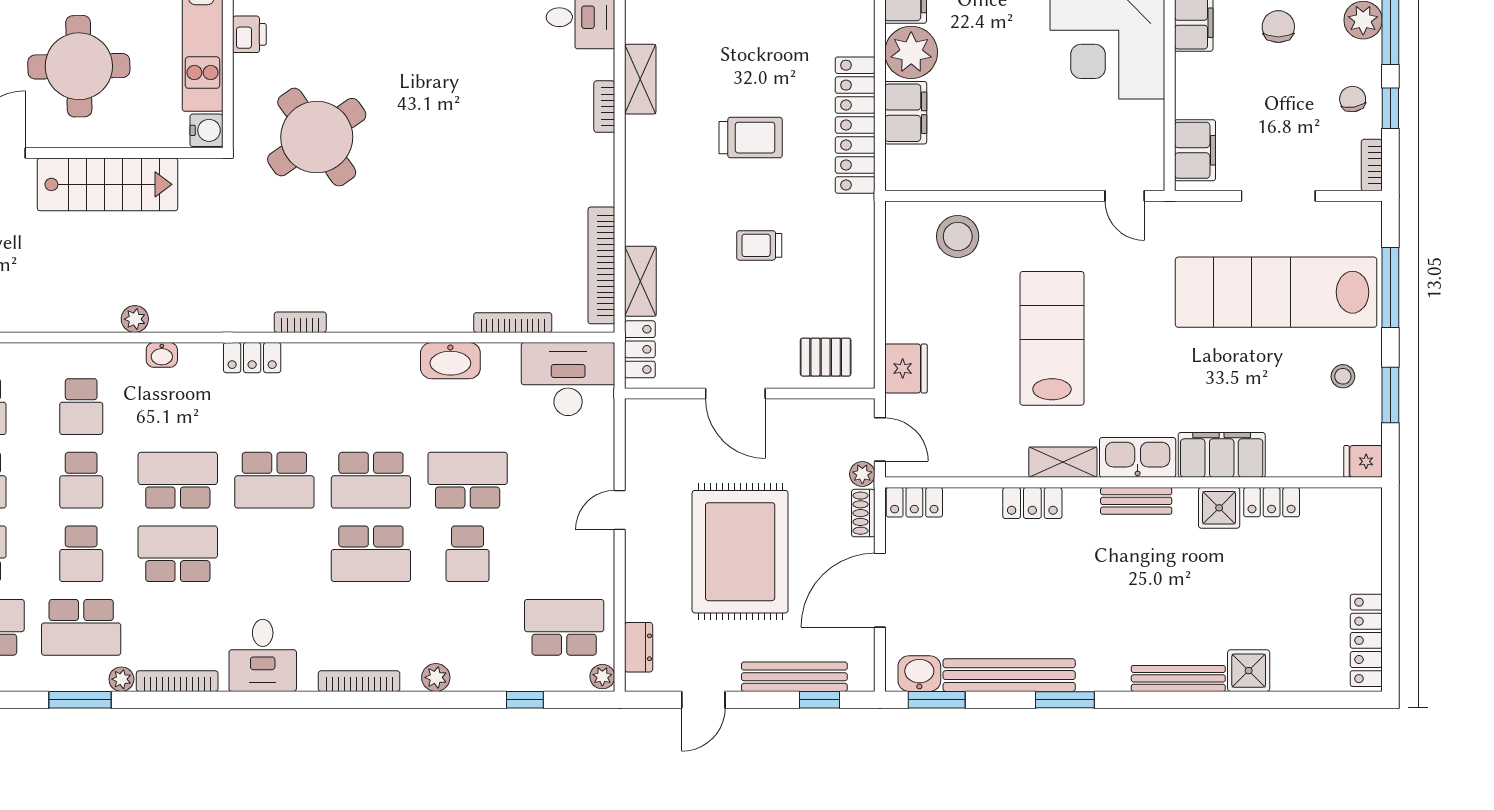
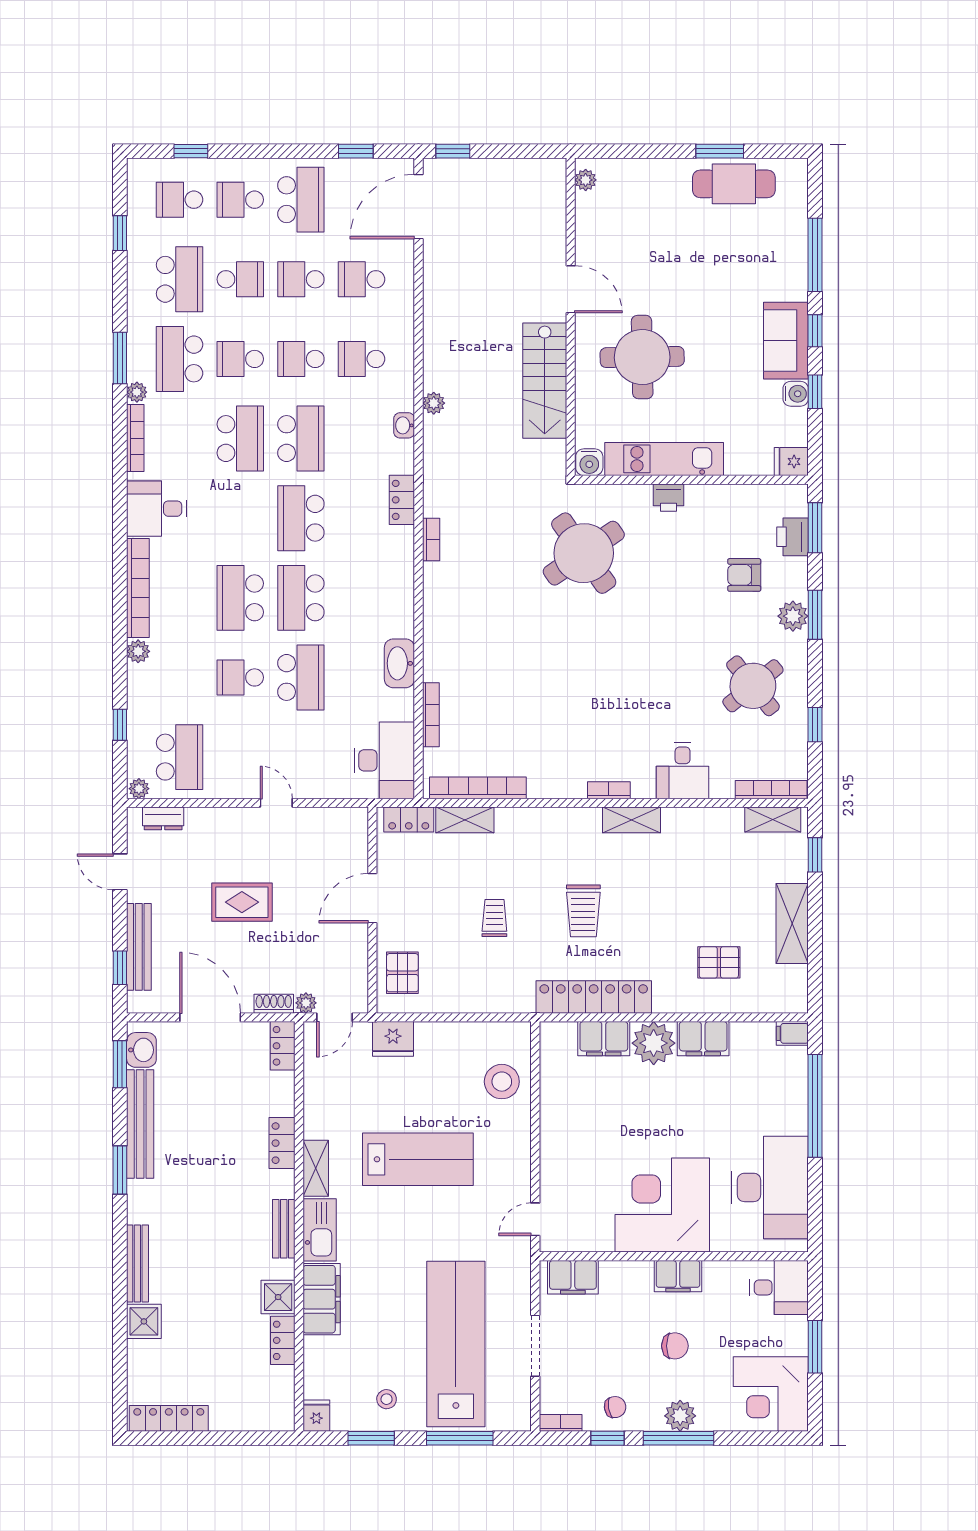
rug: (740, 552) -> (242, 902), width x0.54, depth x0.49
bookcase: (359, 681) -> (138, 588), width x1.48, depth x1.31

